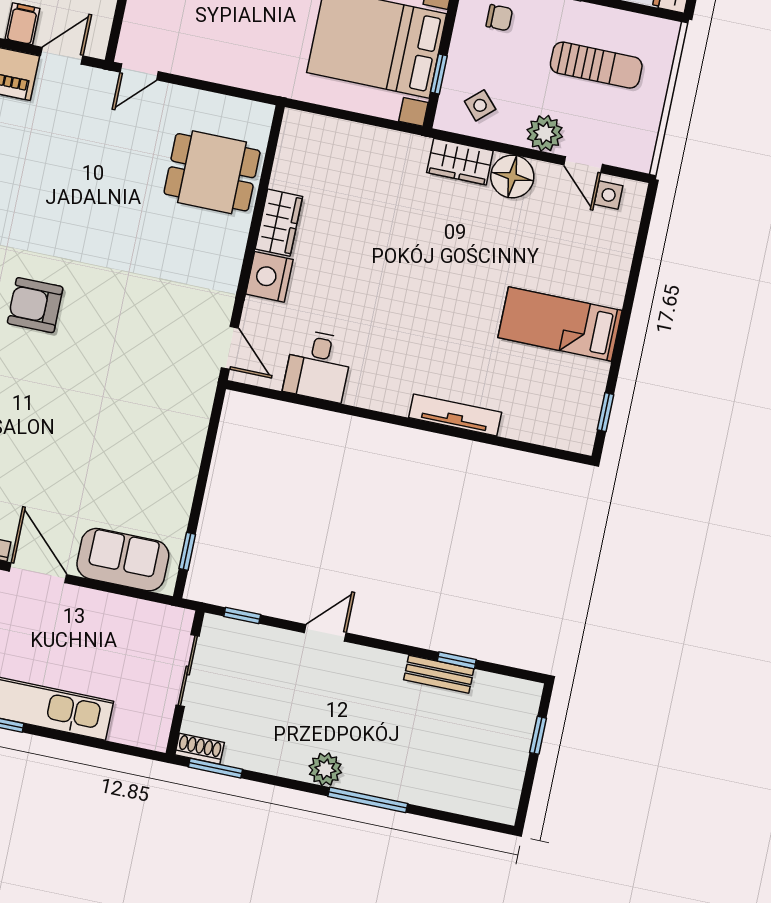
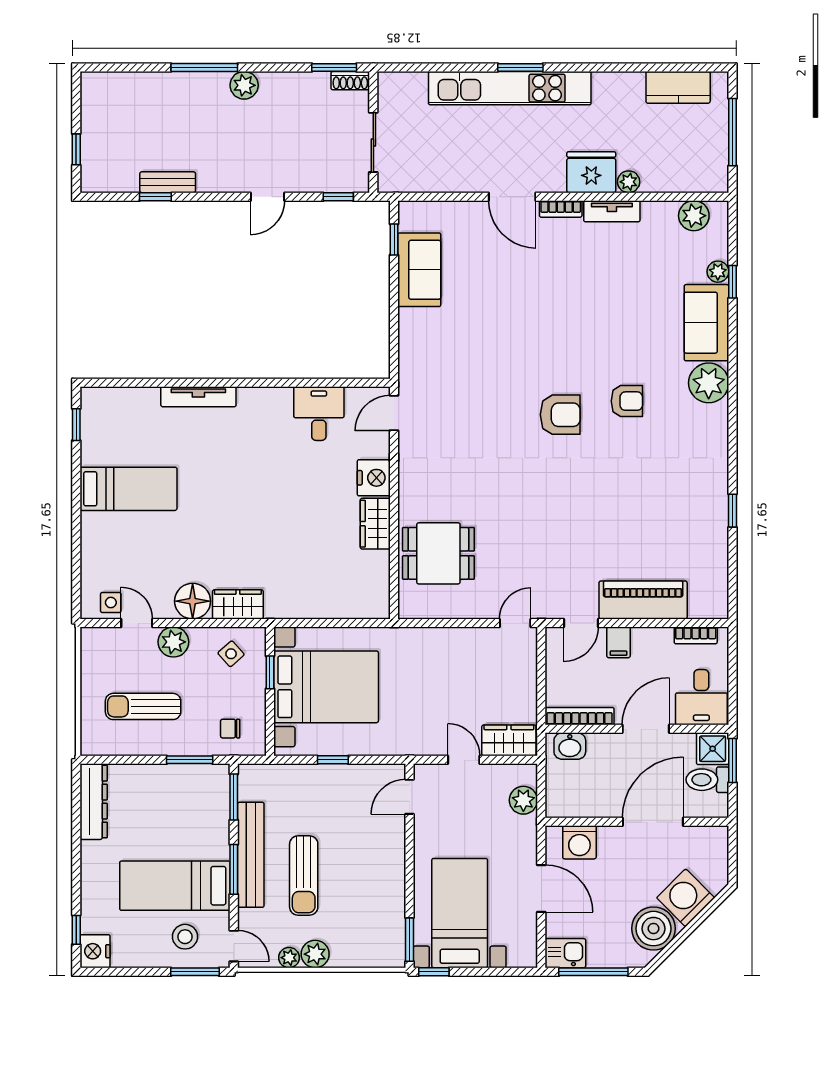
door: (230, 348) -> (394, 413), hinge flipped
sofa: (123, 560) -> (419, 270), moved, turned -90

